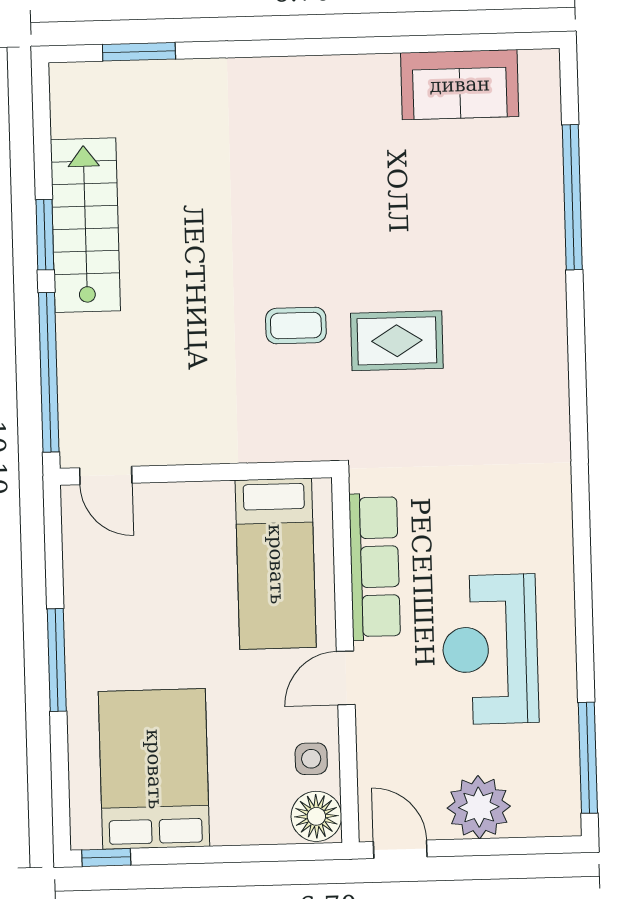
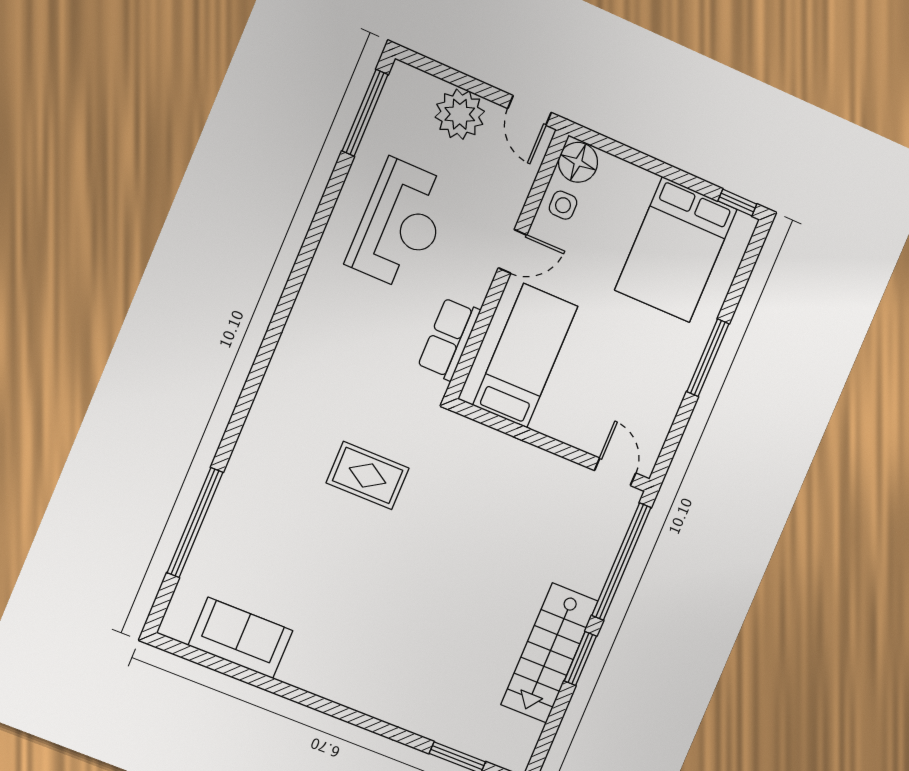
coffee table: (296, 326) -> (434, 518), removed
row of seats: (375, 567) -> (449, 339), width x0.68

